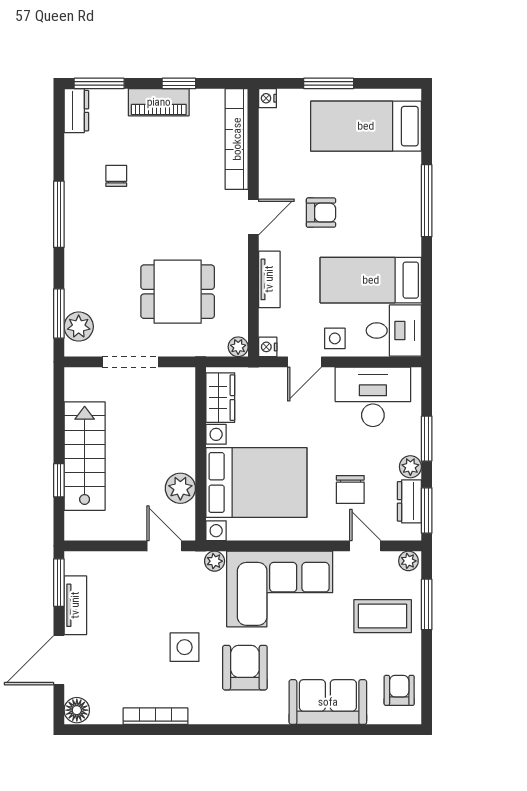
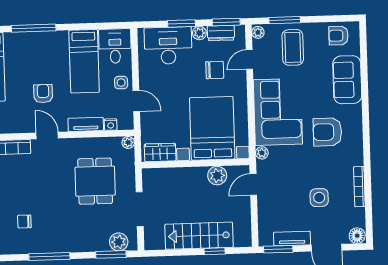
nightstand: (268, 347) -> (111, 125), moved
desk: (373, 397) -> (168, 46), moved, turned 90
side table: (185, 647) -> (319, 198), moved

